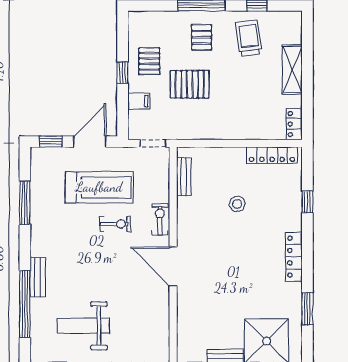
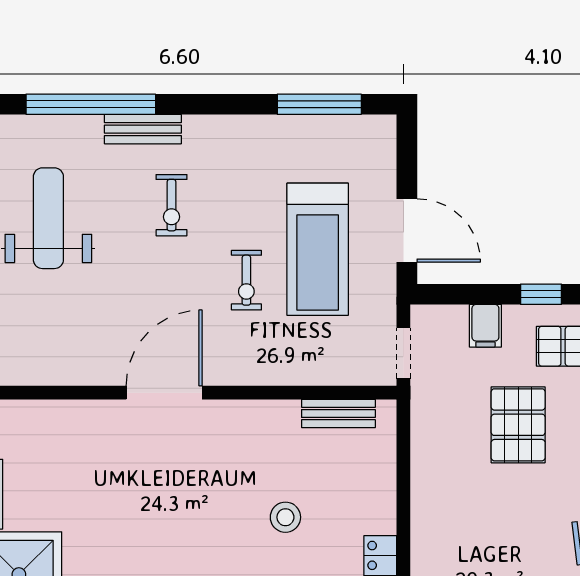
window: (51, 142) -> (407, 155), removed
window: (25, 203) -> (319, 104), moved
exercise bike: (160, 219) -> (172, 205), moved, turned 90

